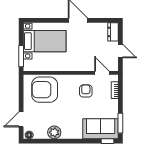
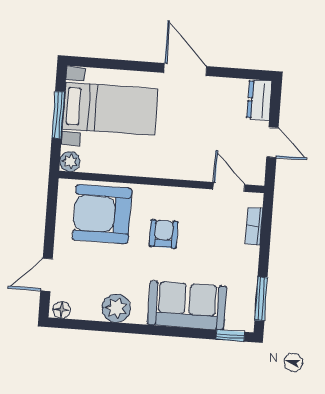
window: (21, 56) -> (58, 115), moved
plant: (28, 67) -> (70, 162), added
armchair: (86, 91) -> (164, 234), moved
sofa: (101, 129) -> (187, 305), moved

